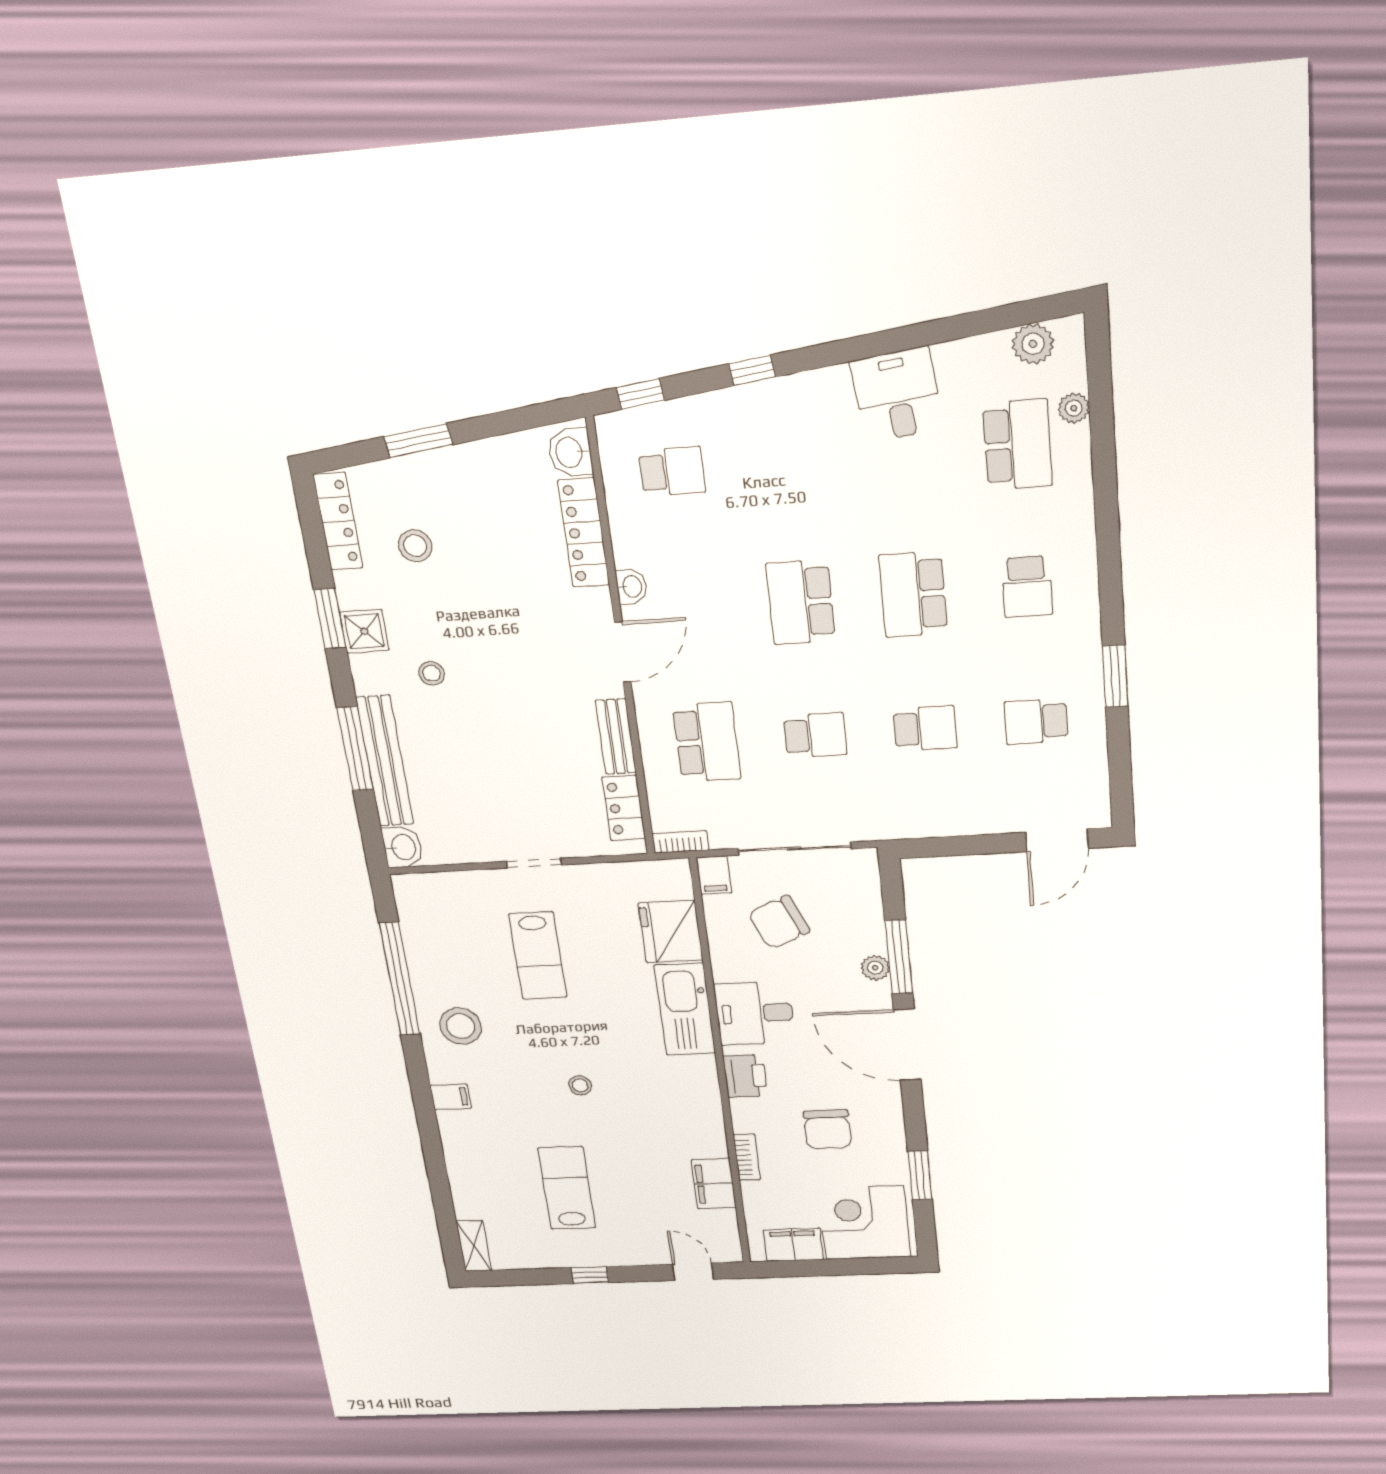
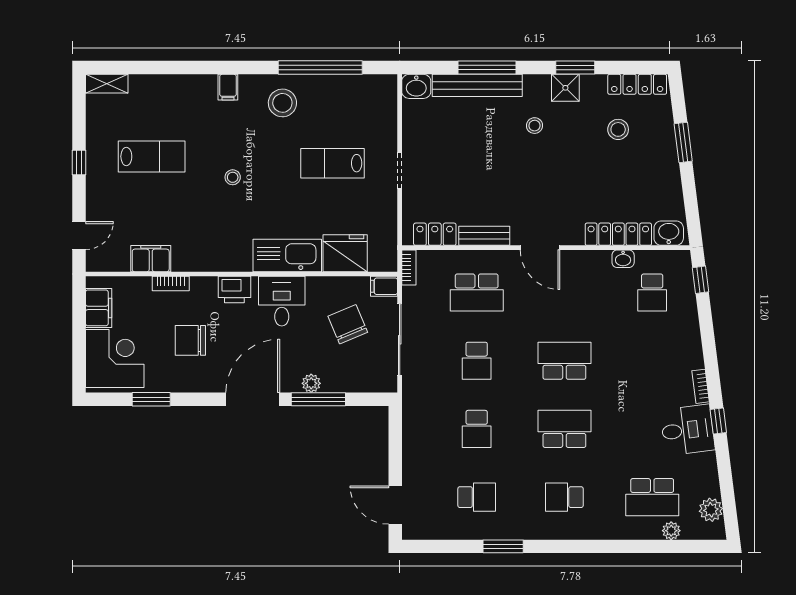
window: (752, 370) -> (718, 421), moved
bookcase: (821, 379) -> (701, 386), added
washbasin: (631, 586) -> (623, 259), moved
school desk: (1036, 722) -> (477, 497), turned 90

